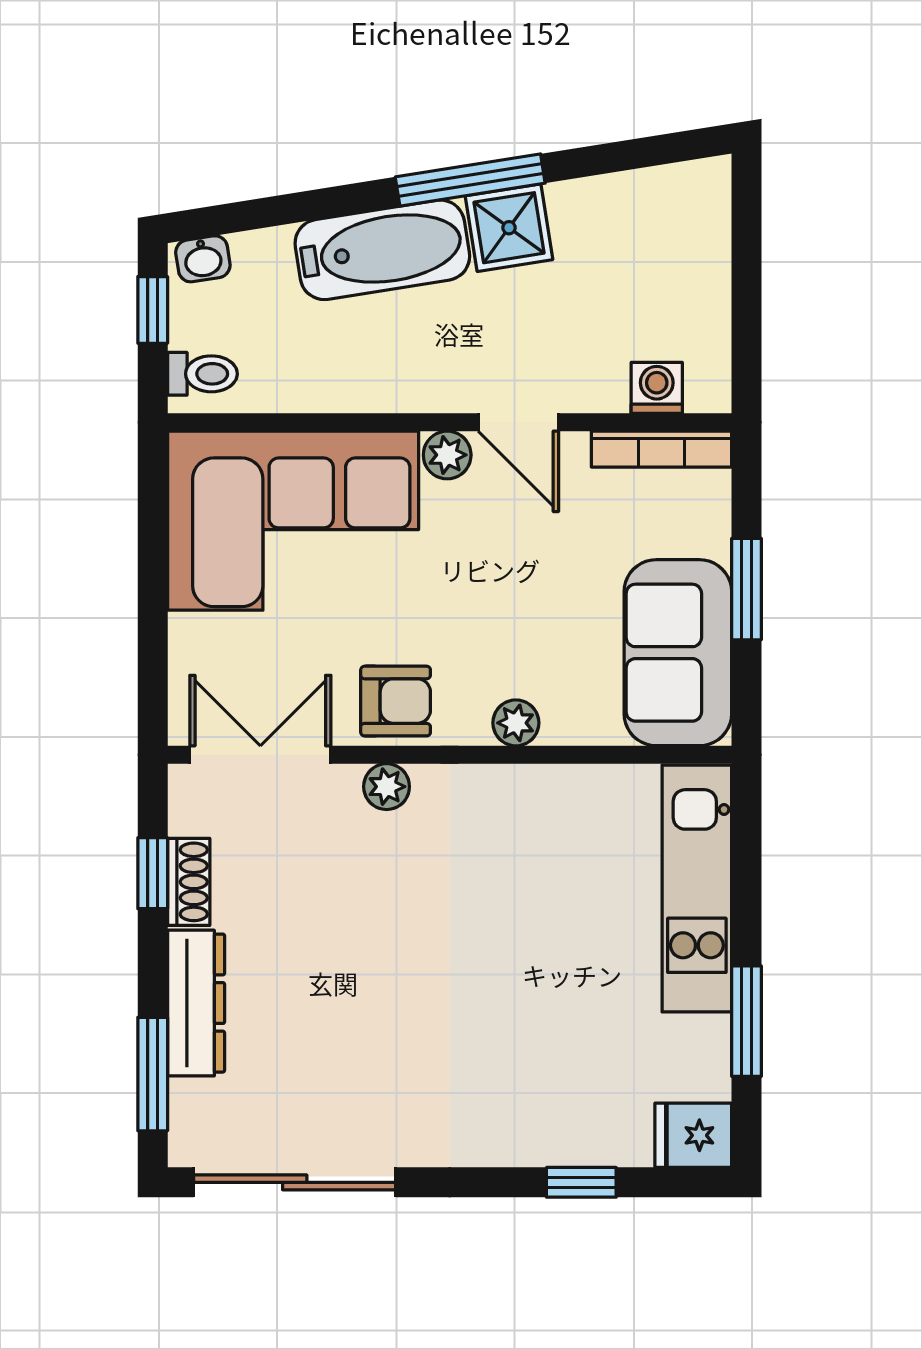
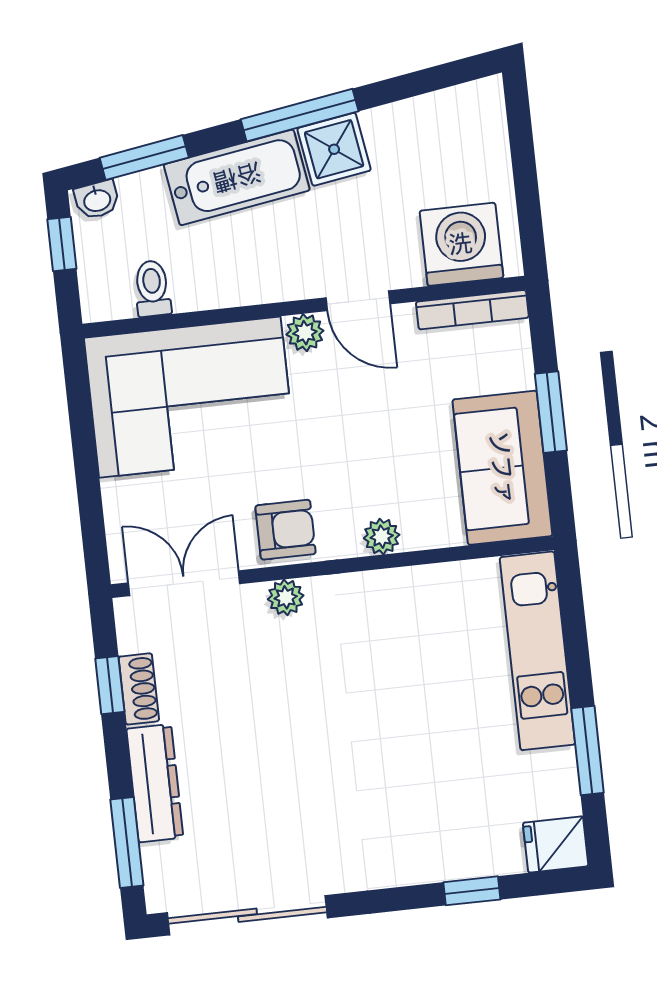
window: (268, 212) -> (144, 158), added
toilet: (202, 374) -> (152, 288), moved, turned -90
washing machine: (657, 388) -> (461, 244), width x1.89, depth x1.89

